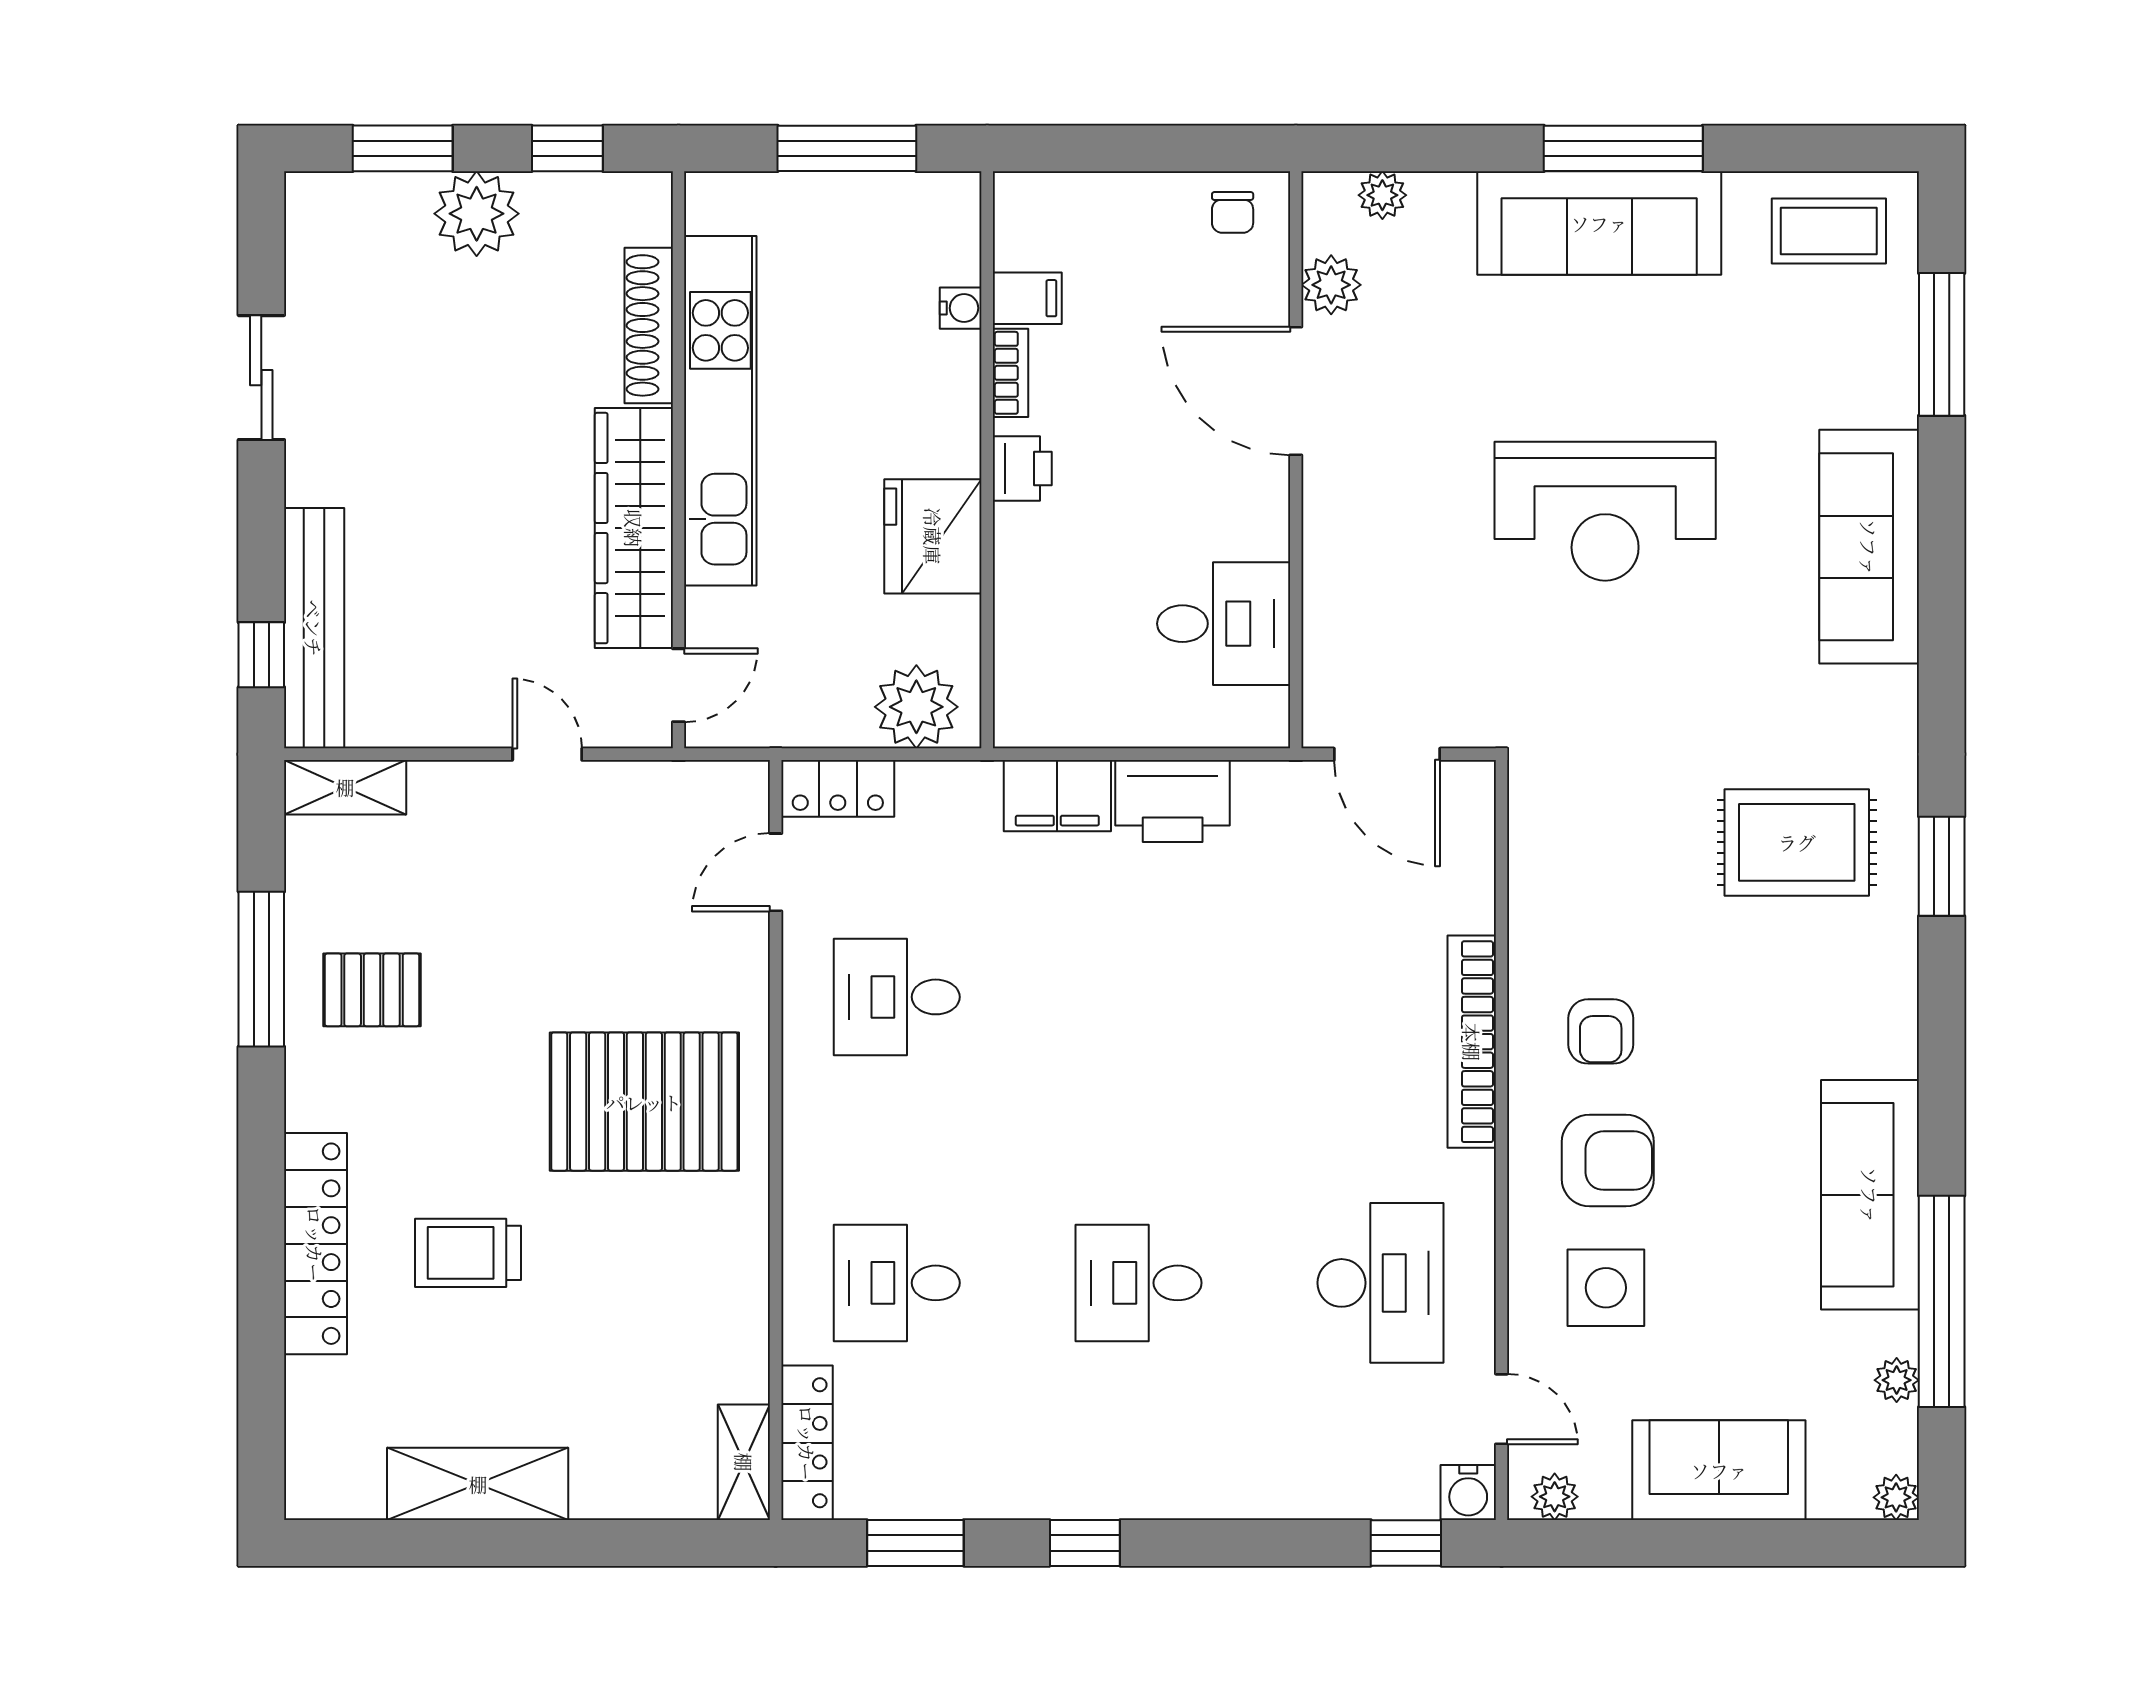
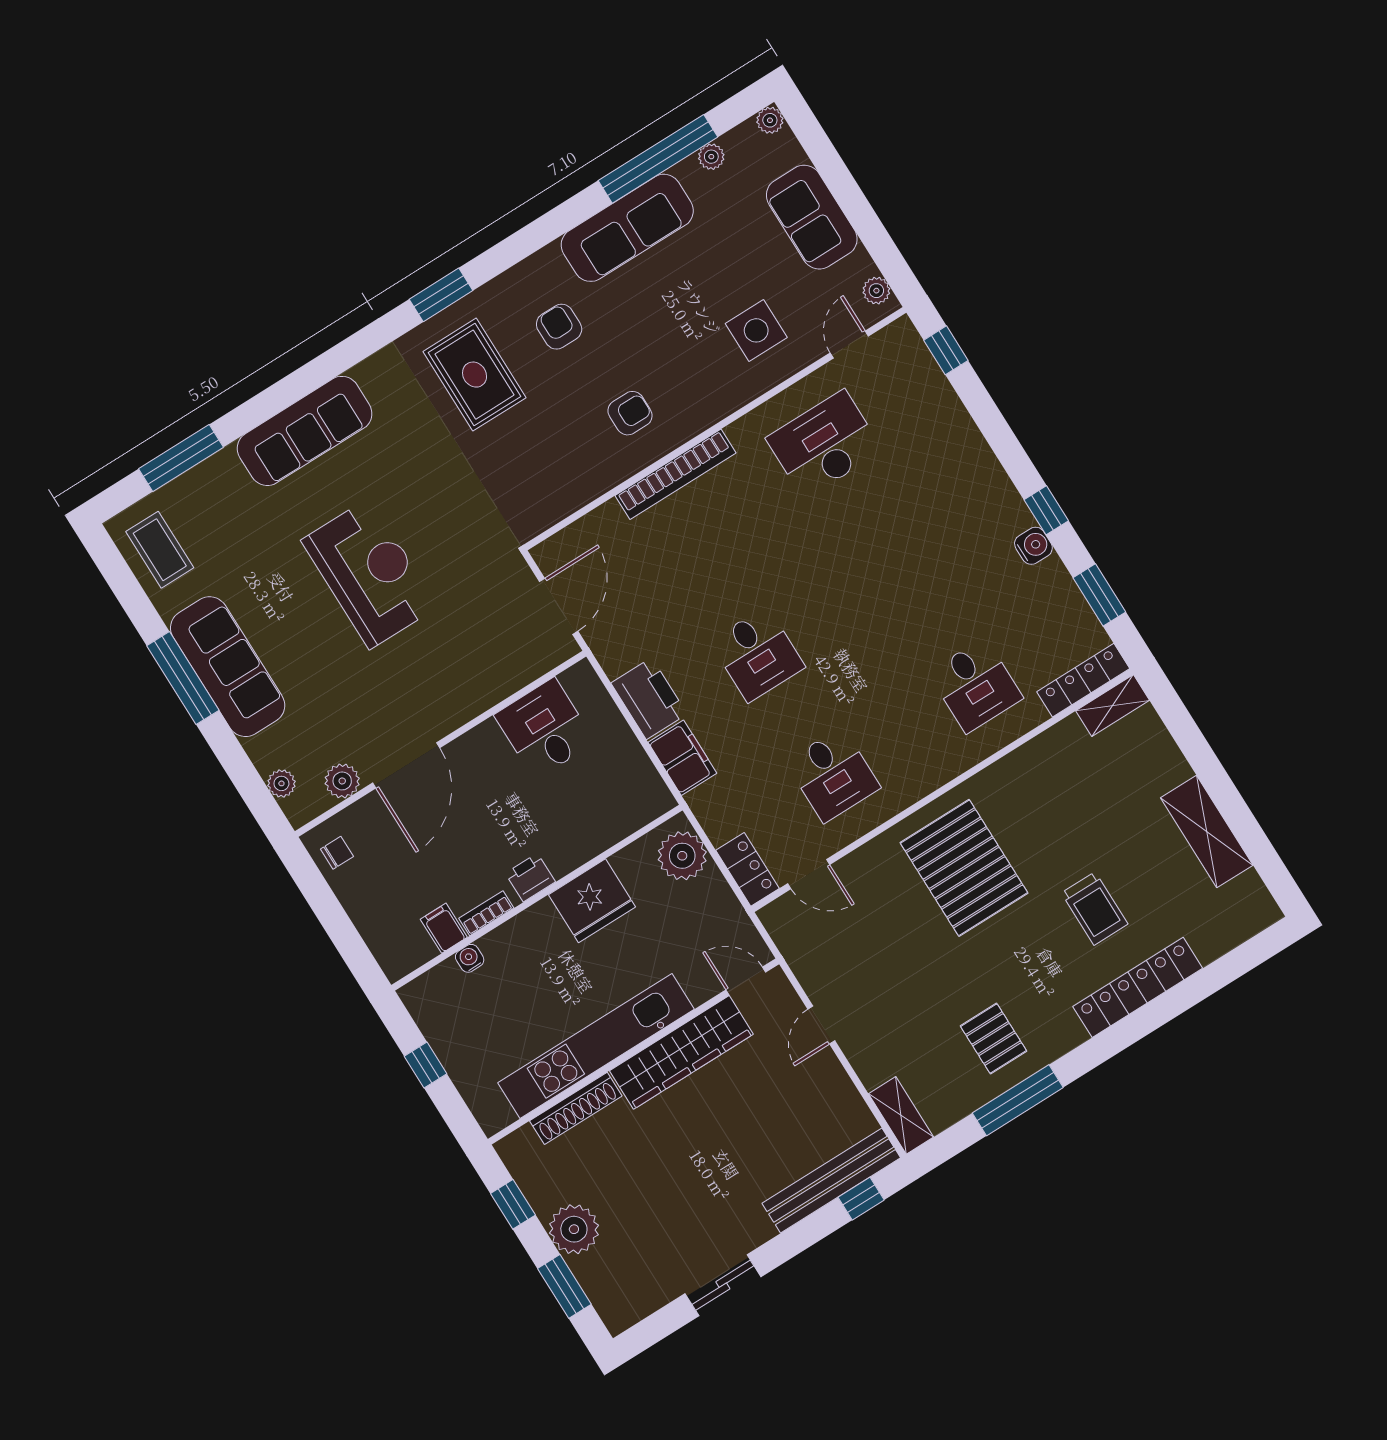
window: (847, 148) -> (426, 1065), width x0.46
armchair: (1608, 1161) -> (559, 327), moved, width x0.72, depth x0.72
desk: (1139, 1283) -> (757, 654), moved
water cooler: (1468, 1492) -> (1033, 546), moved

